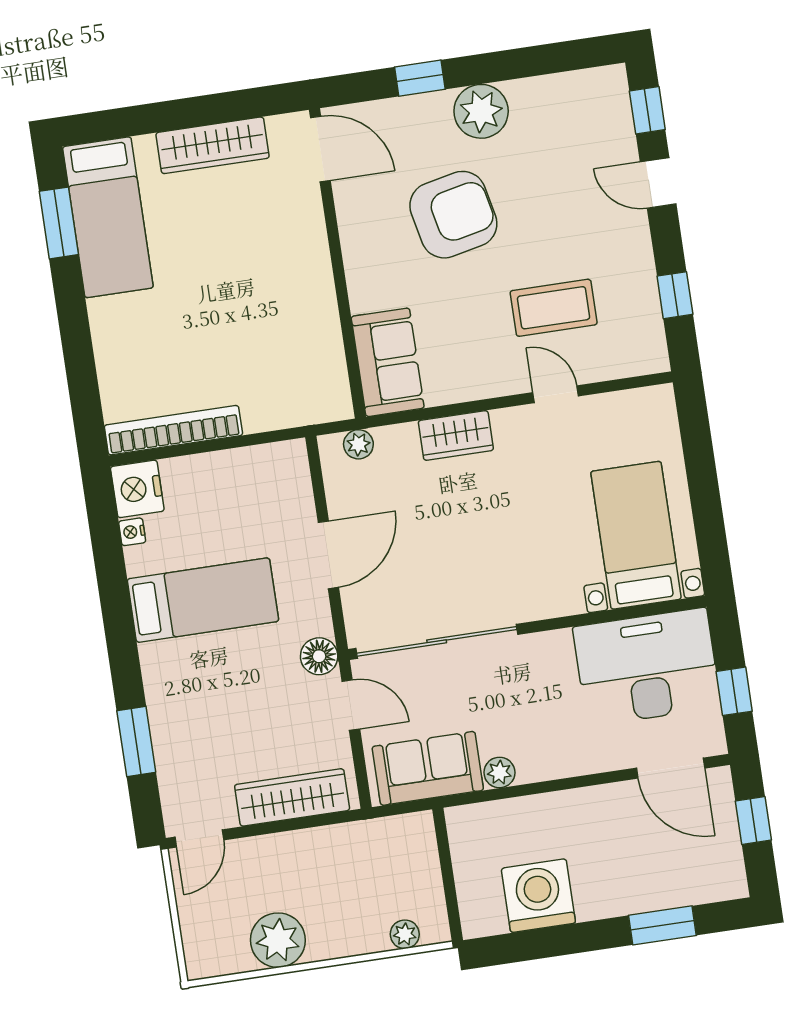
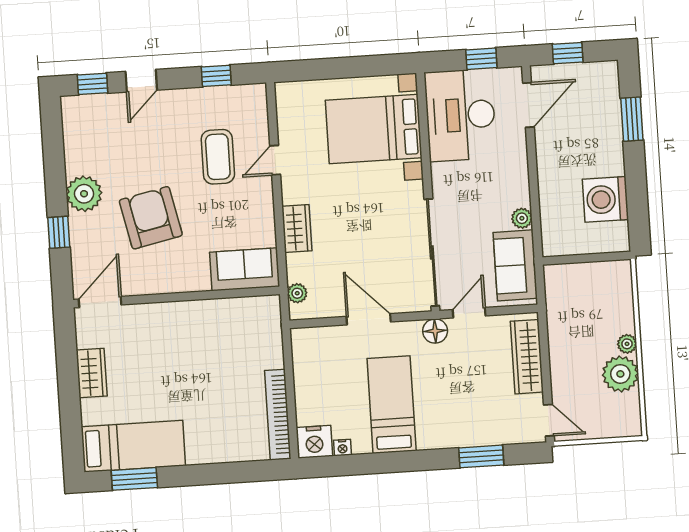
wardrobe: (213, 145) -> (92, 373), width x0.67
bed with nightstands: (636, 535) -> (374, 129), width x1.36
plant: (405, 934) -> (627, 344), moved

